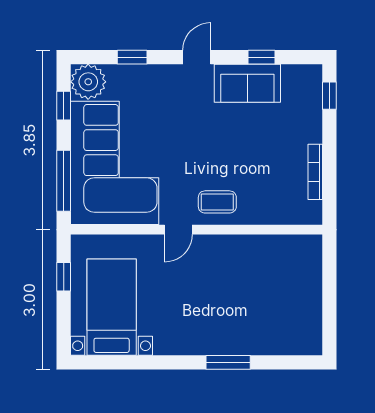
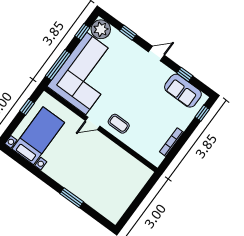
sofa: (247, 83) -> (183, 91), moved

